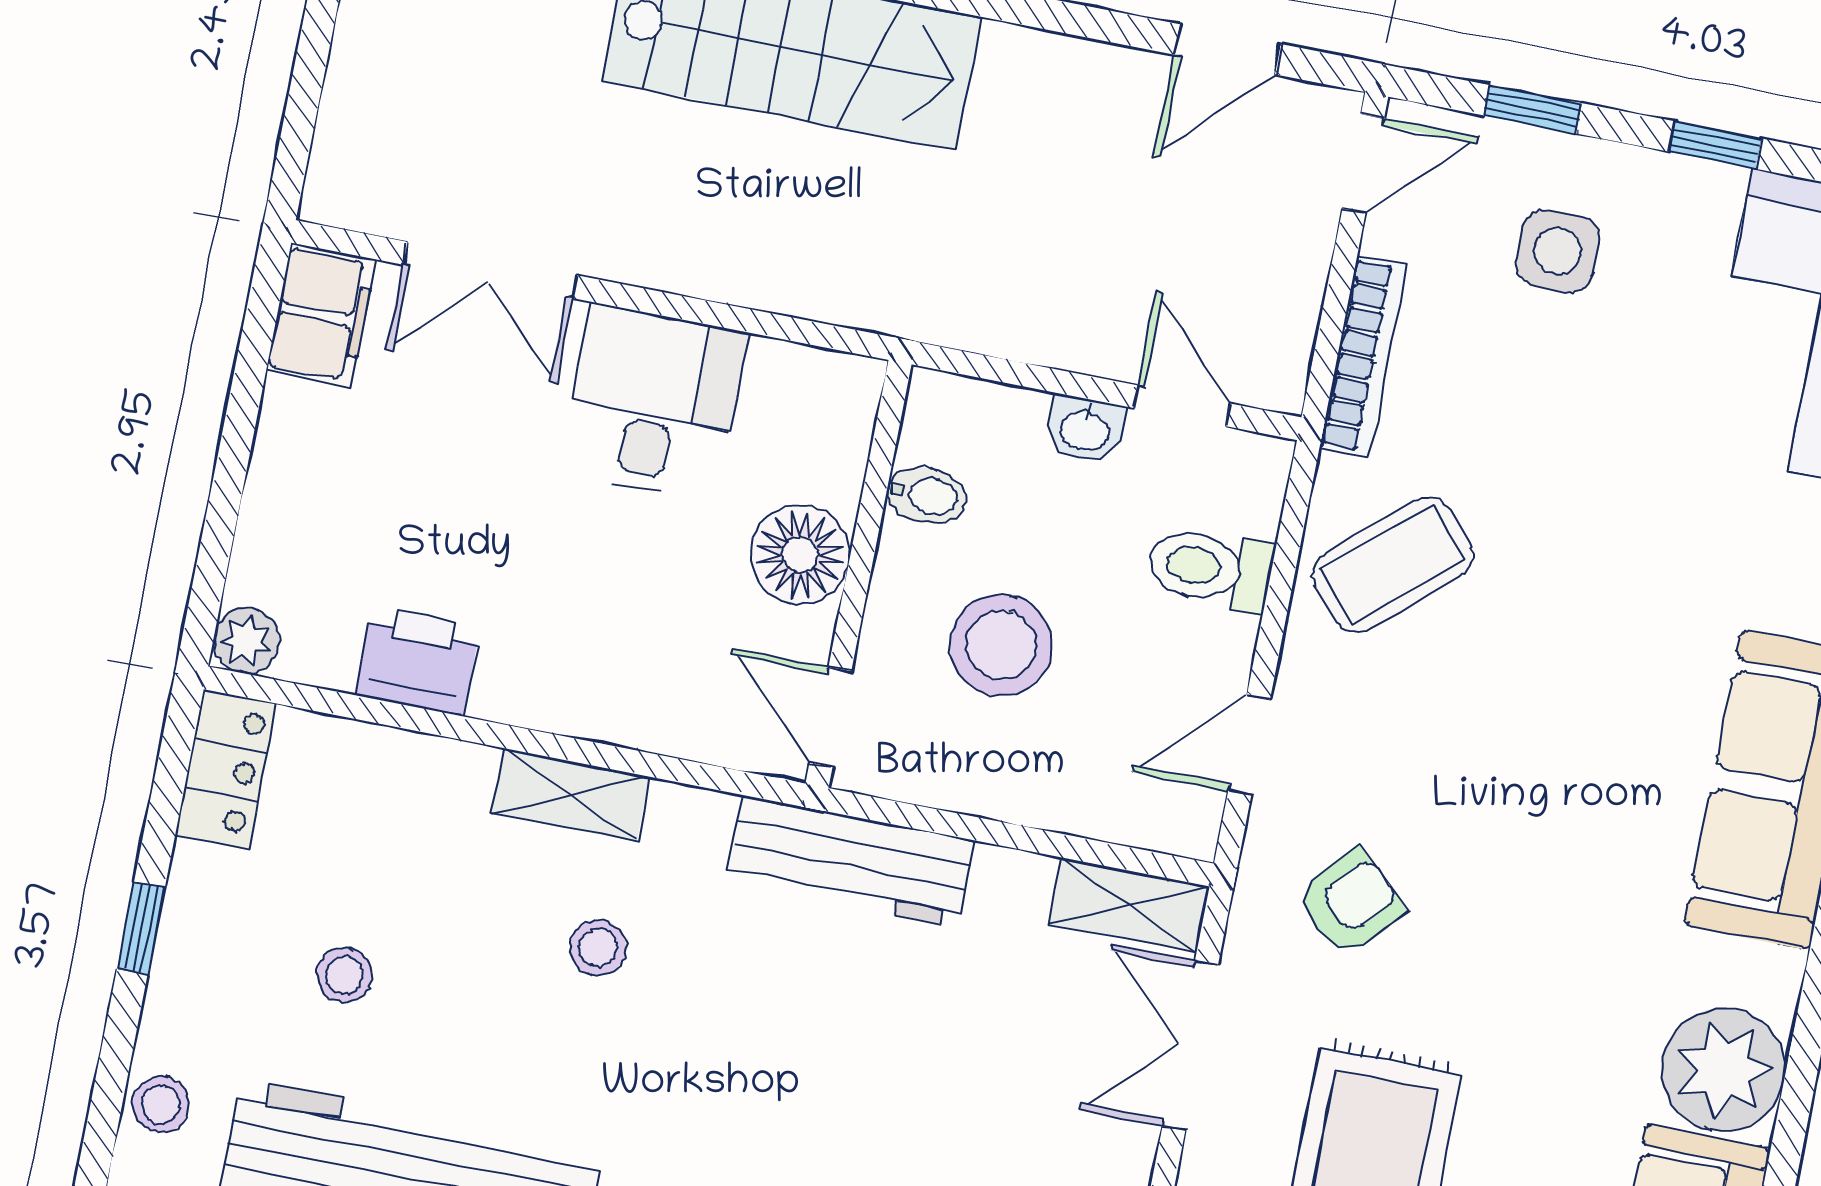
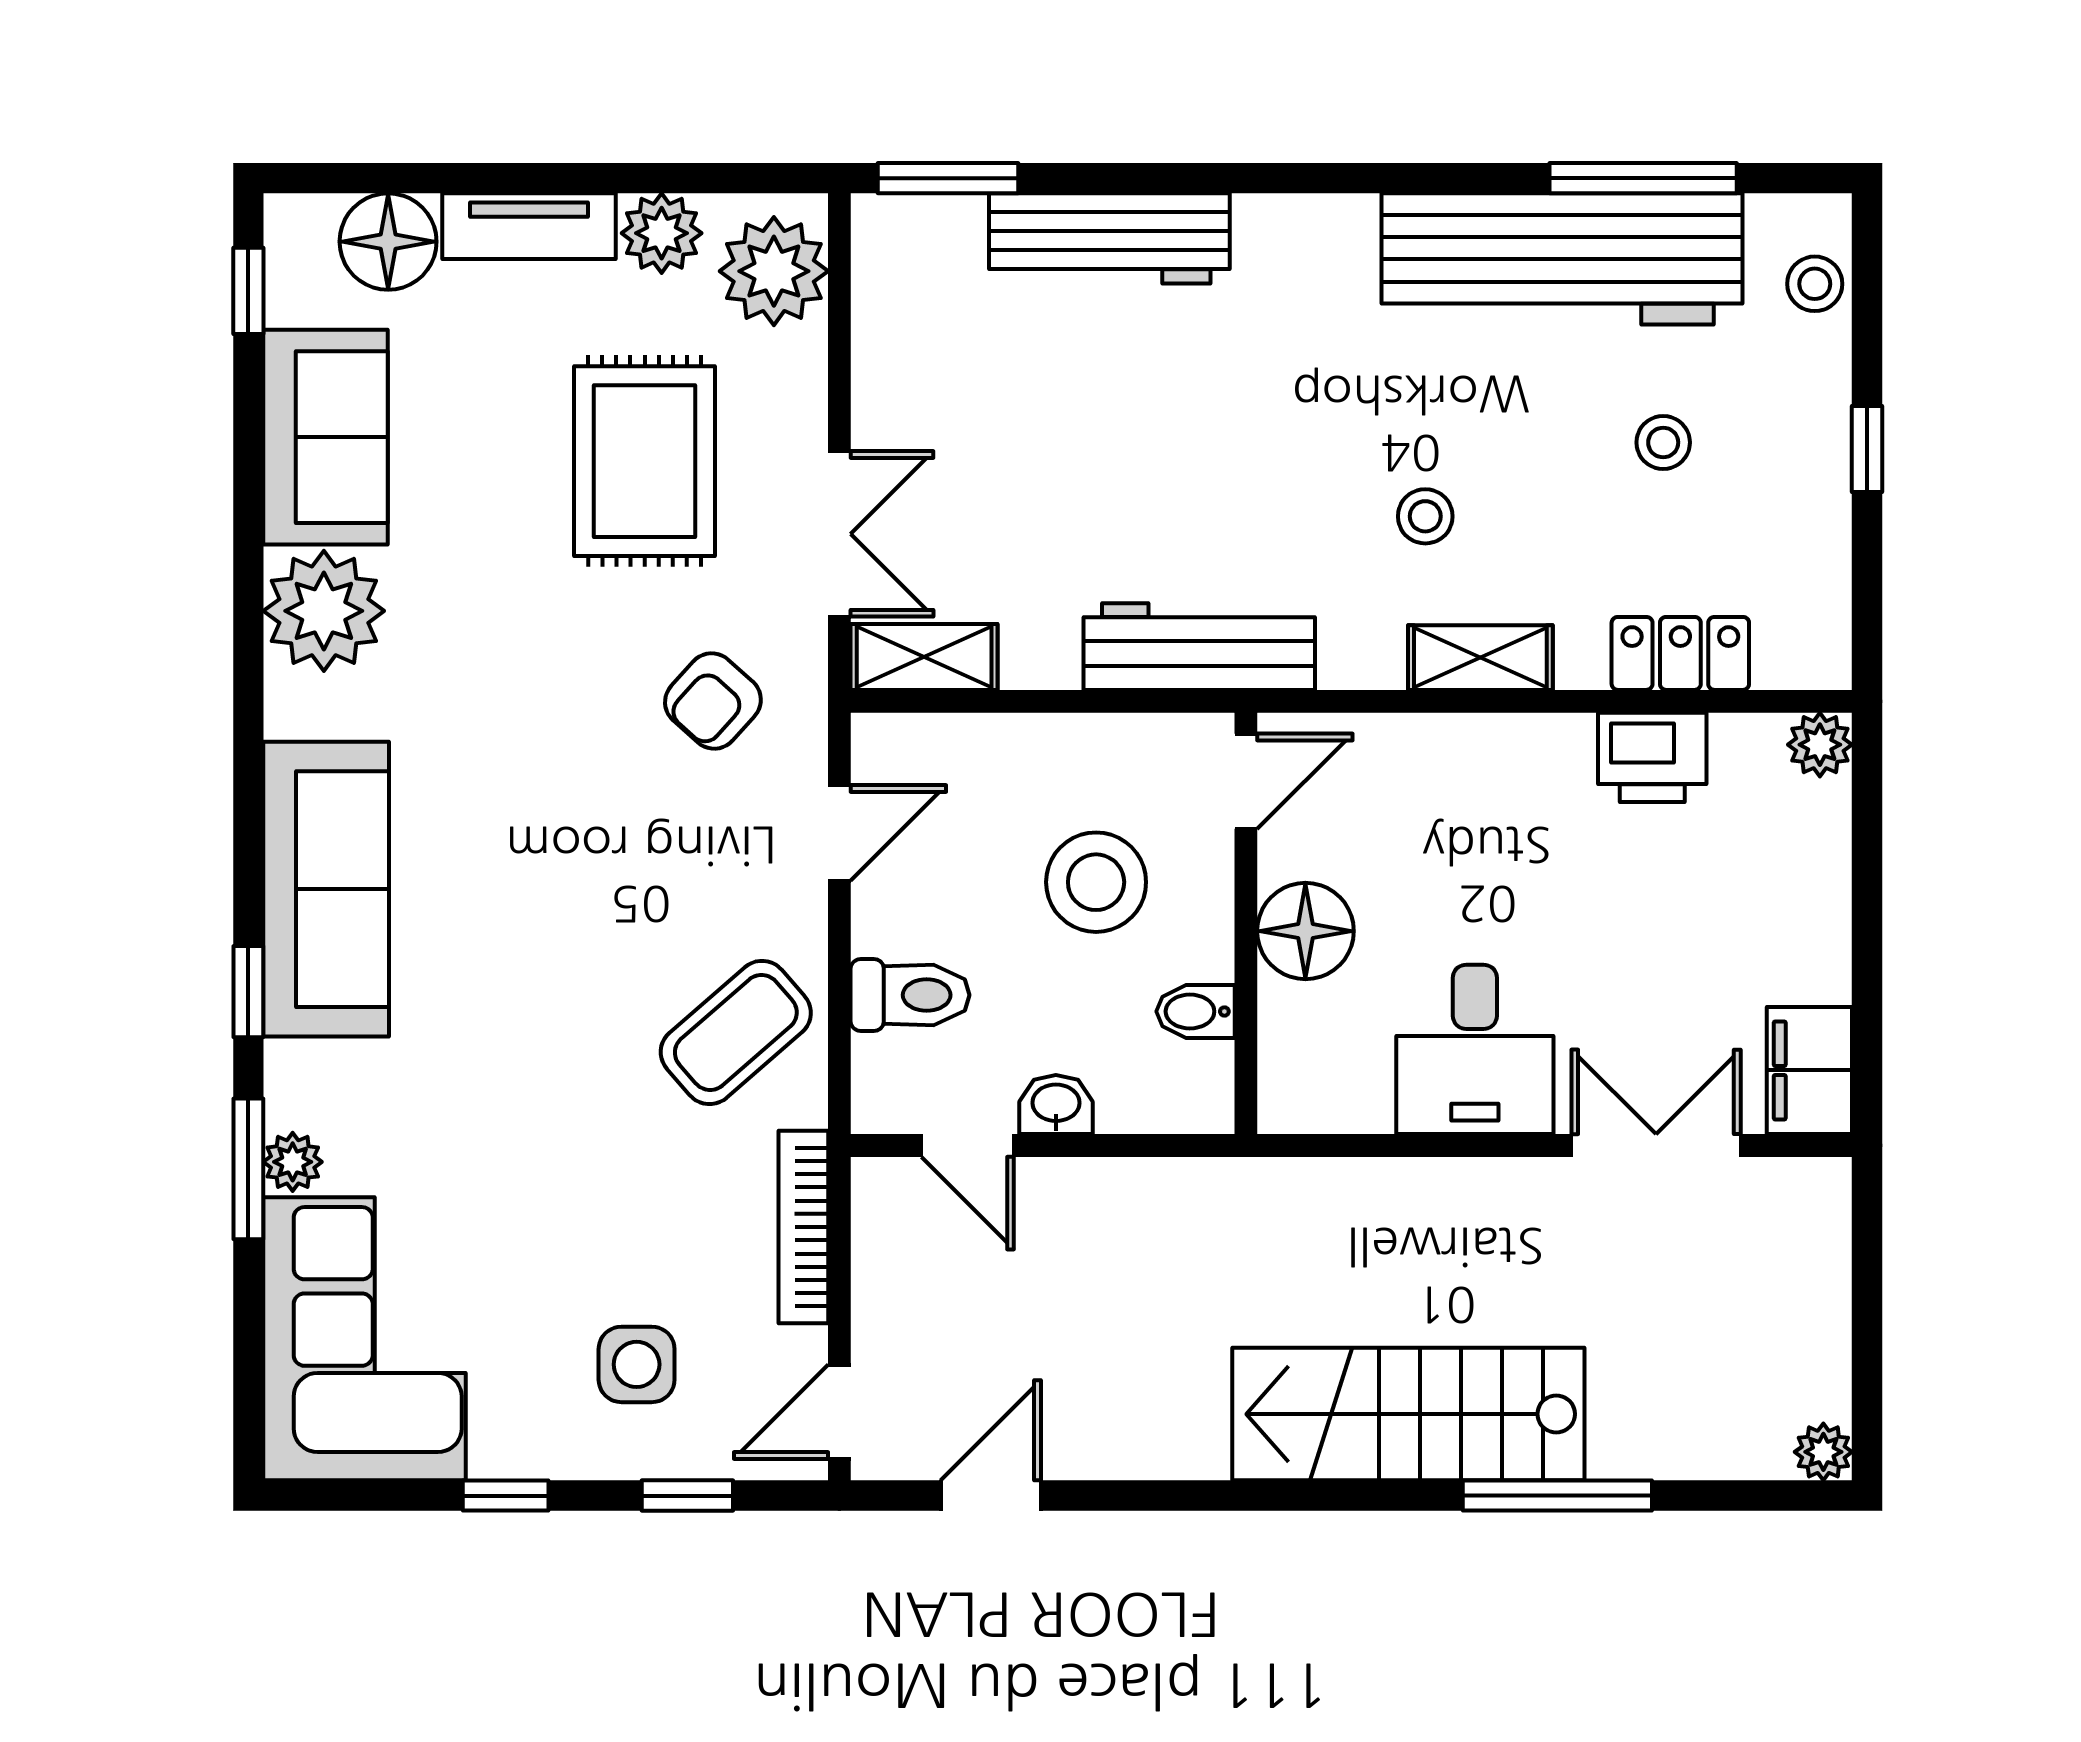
door: (830, 717) -> (1246, 781), hinge flipped
locker: (226, 769) -> (1680, 653), moved, turned 90

